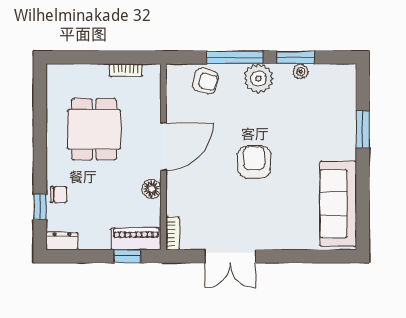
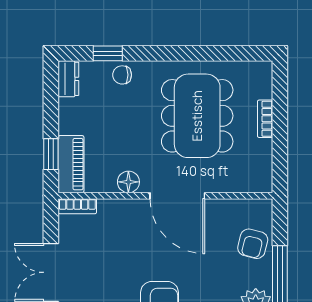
bookcase: (126, 70) -> (265, 119), moved
dining table: (94, 129) -> (197, 116), width x1.38
chair: (59, 194) -> (122, 75), turned 90

